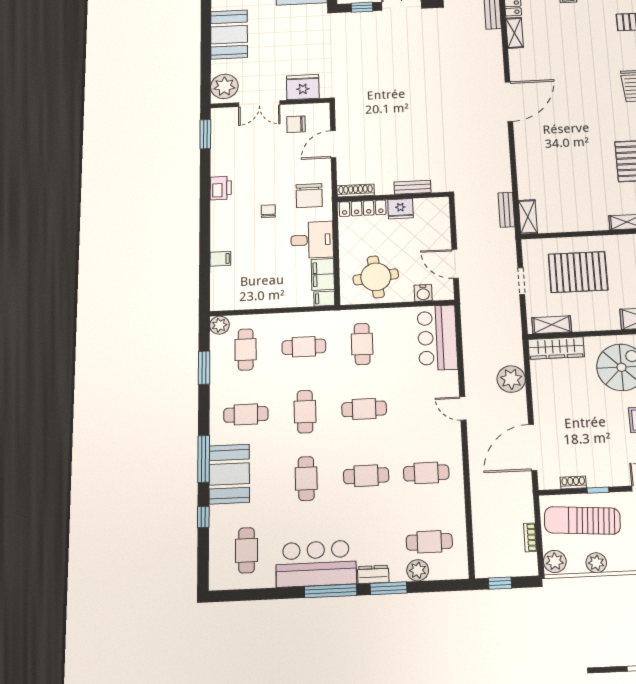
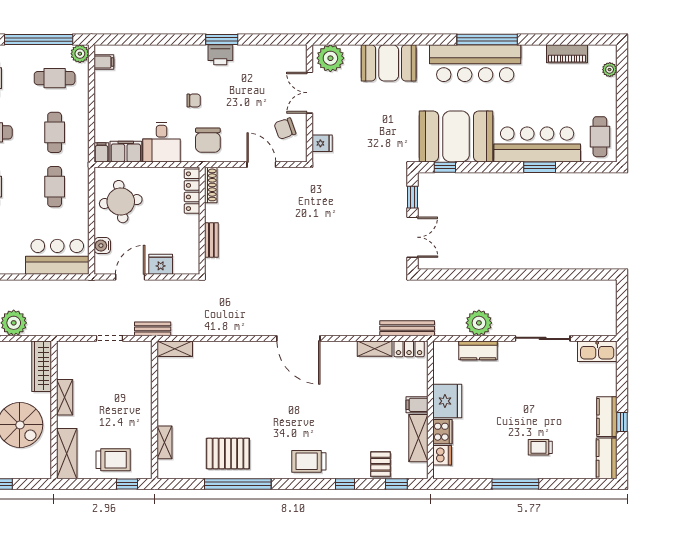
fridge: (303, 87) -> (322, 143), width x0.53, depth x0.75
chair: (296, 124) -> (285, 129), turned -109
window: (205, 134) -> (222, 39), moved
chair: (309, 196) -> (208, 140), turned -90
fridge: (400, 209) -> (161, 264), moved, turned 90
bench: (506, 210) -> (153, 329), moved
filing cabinet: (220, 259) -> (104, 62), moved, turned -90
pallet: (578, 272) -> (116, 392), removed
shelving: (552, 325) -> (65, 397), moved
cafe table: (362, 344) -> (55, 187), turned 90
window: (204, 368) -> (39, 39), width x2.11

